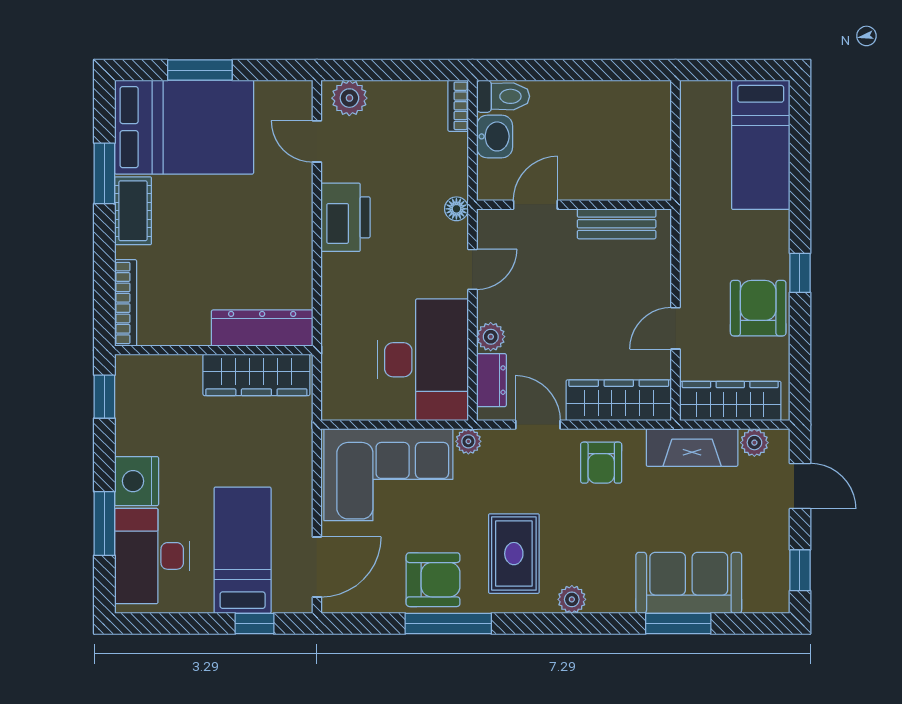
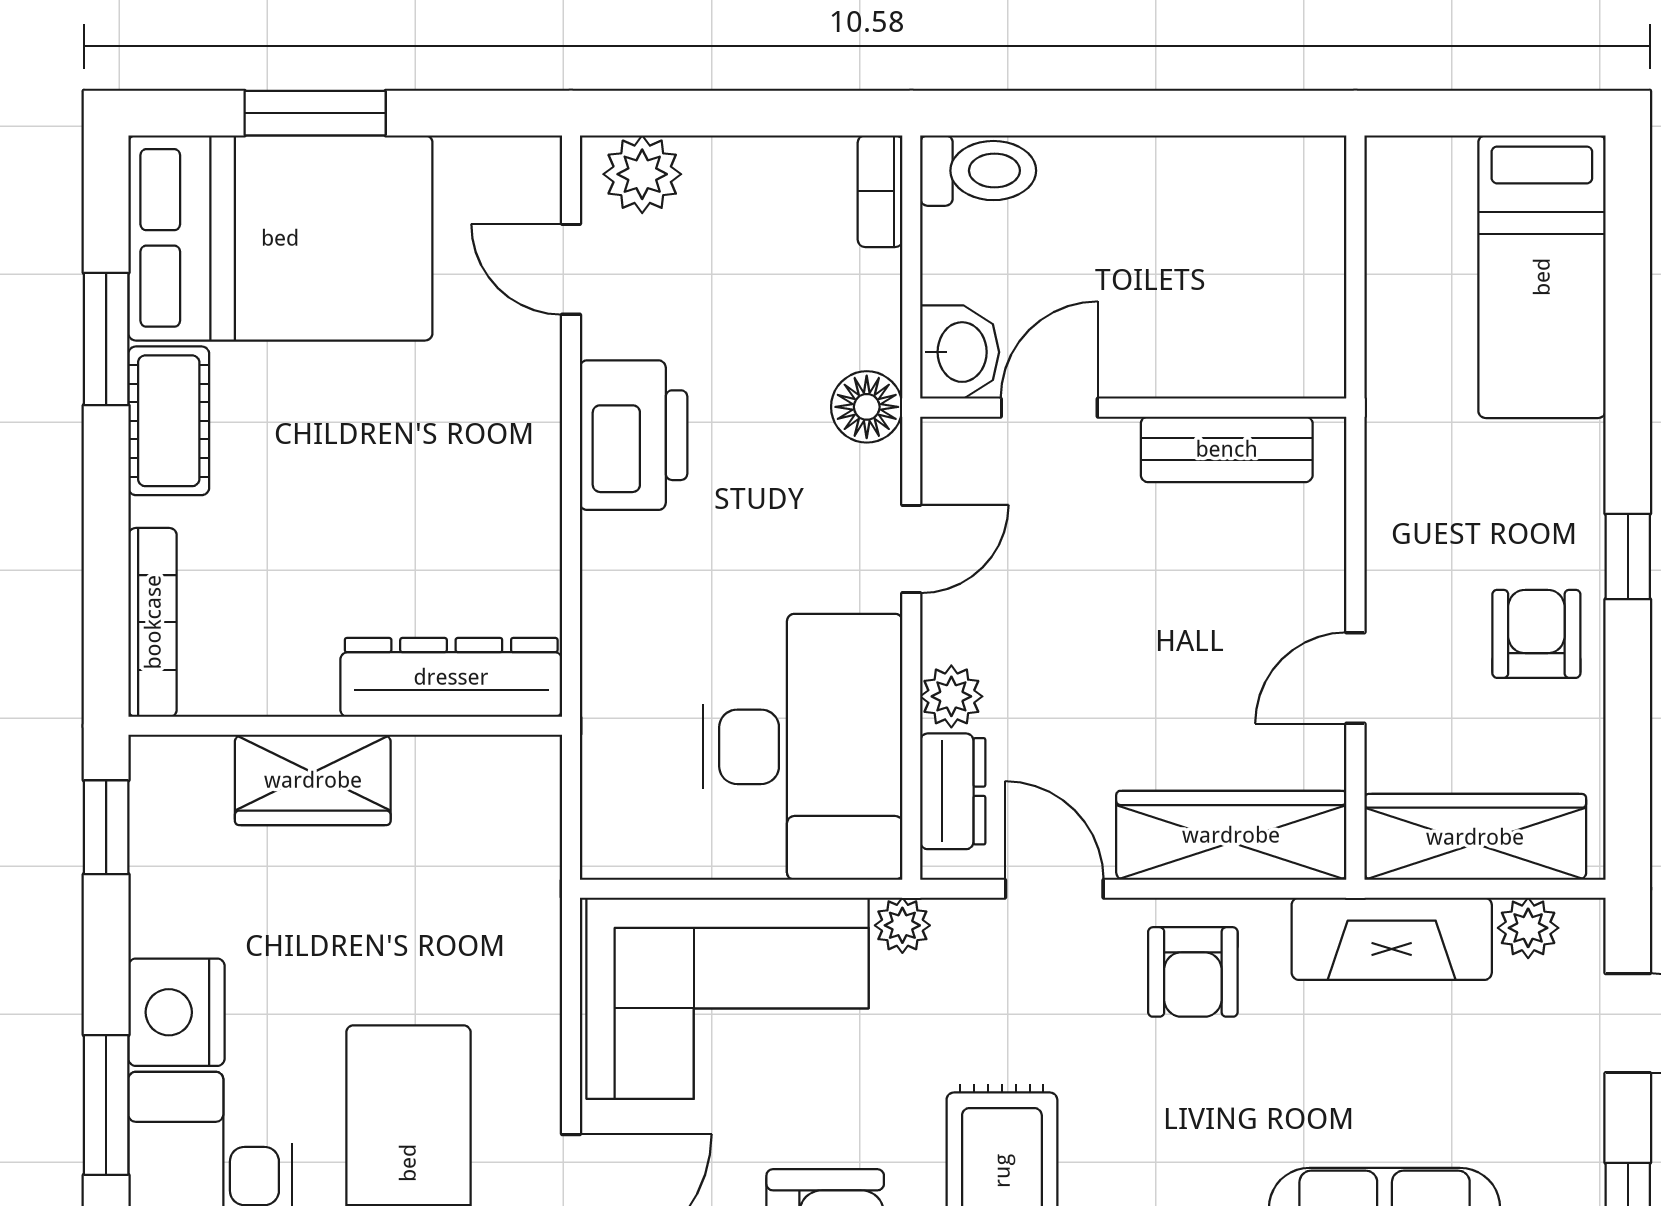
washbasin: (495, 136) -> (960, 352), moved
floor lamp: (456, 209) -> (867, 407), width x1.37, depth x1.37
armchair: (758, 308) -> (1536, 634), width x0.72, depth x0.72
wardrobe: (256, 375) -> (313, 780), moved, width x0.67

